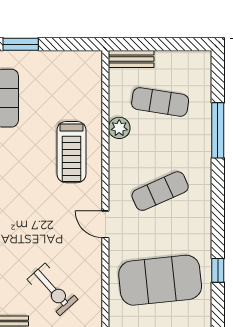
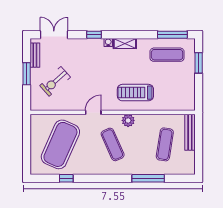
bench: (131, 59) -> (190, 132), width x1.36
plant: (119, 128) -> (128, 120), moved
exercise mat: (160, 280) -> (60, 144), turned 30

